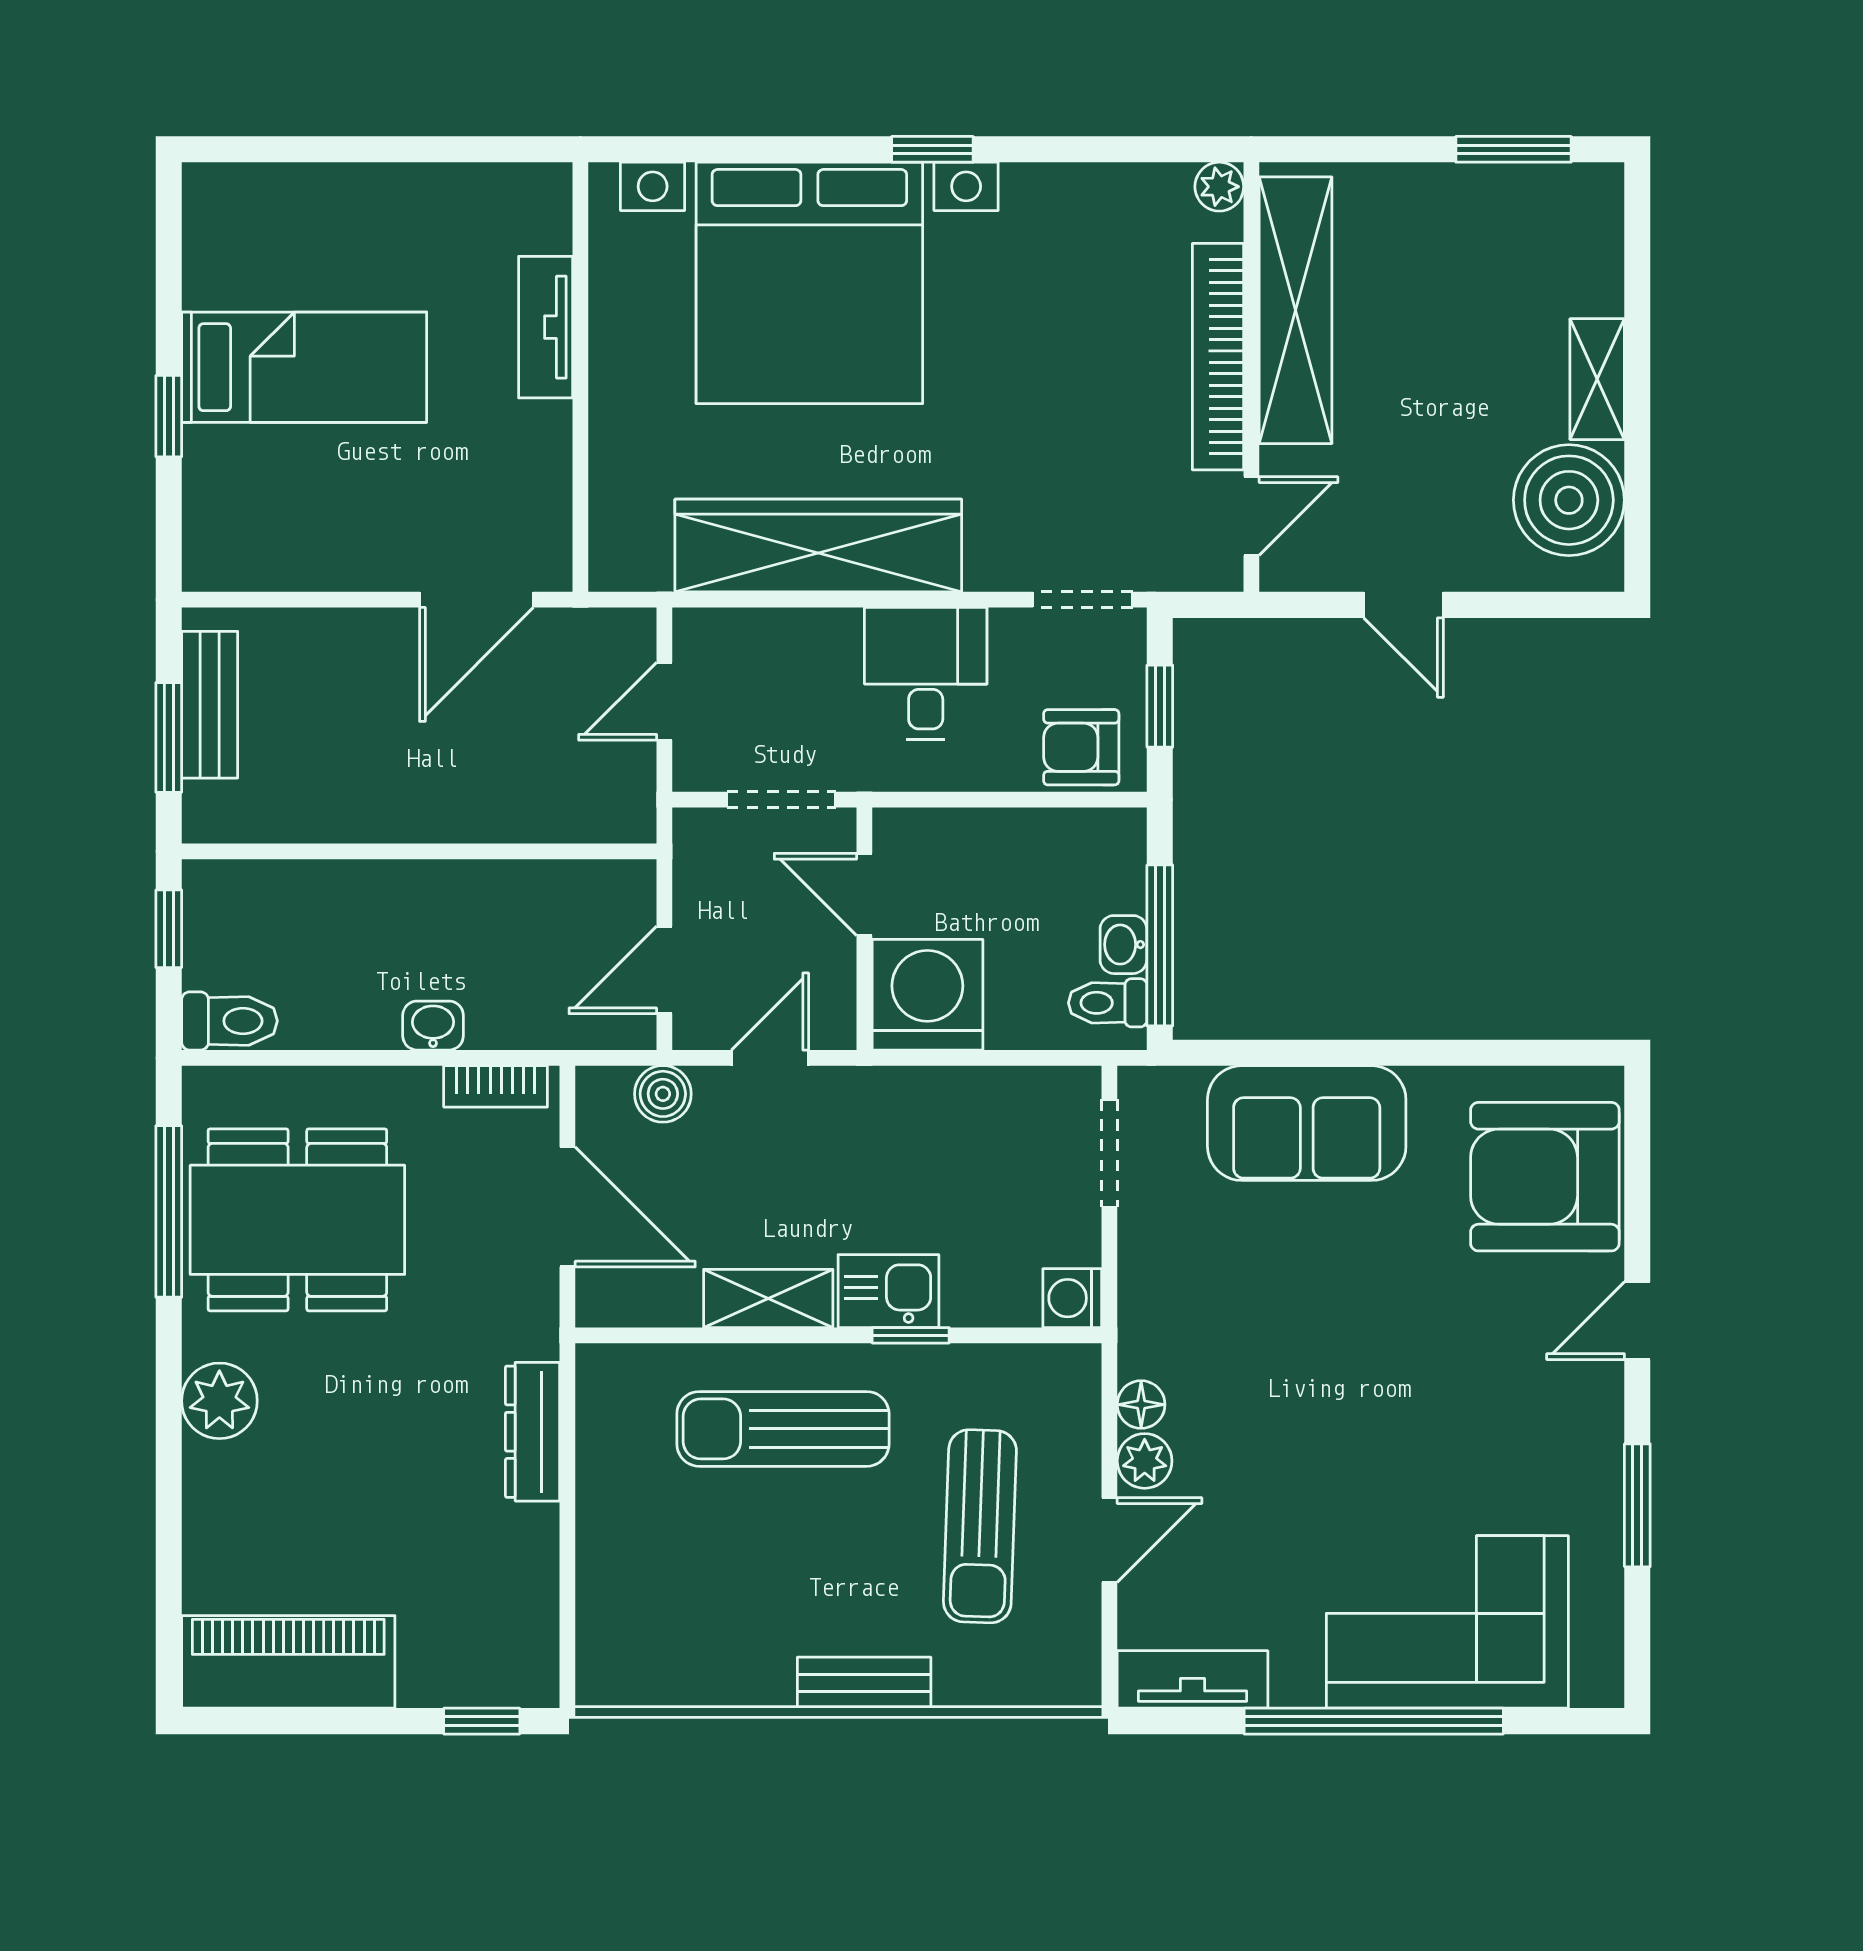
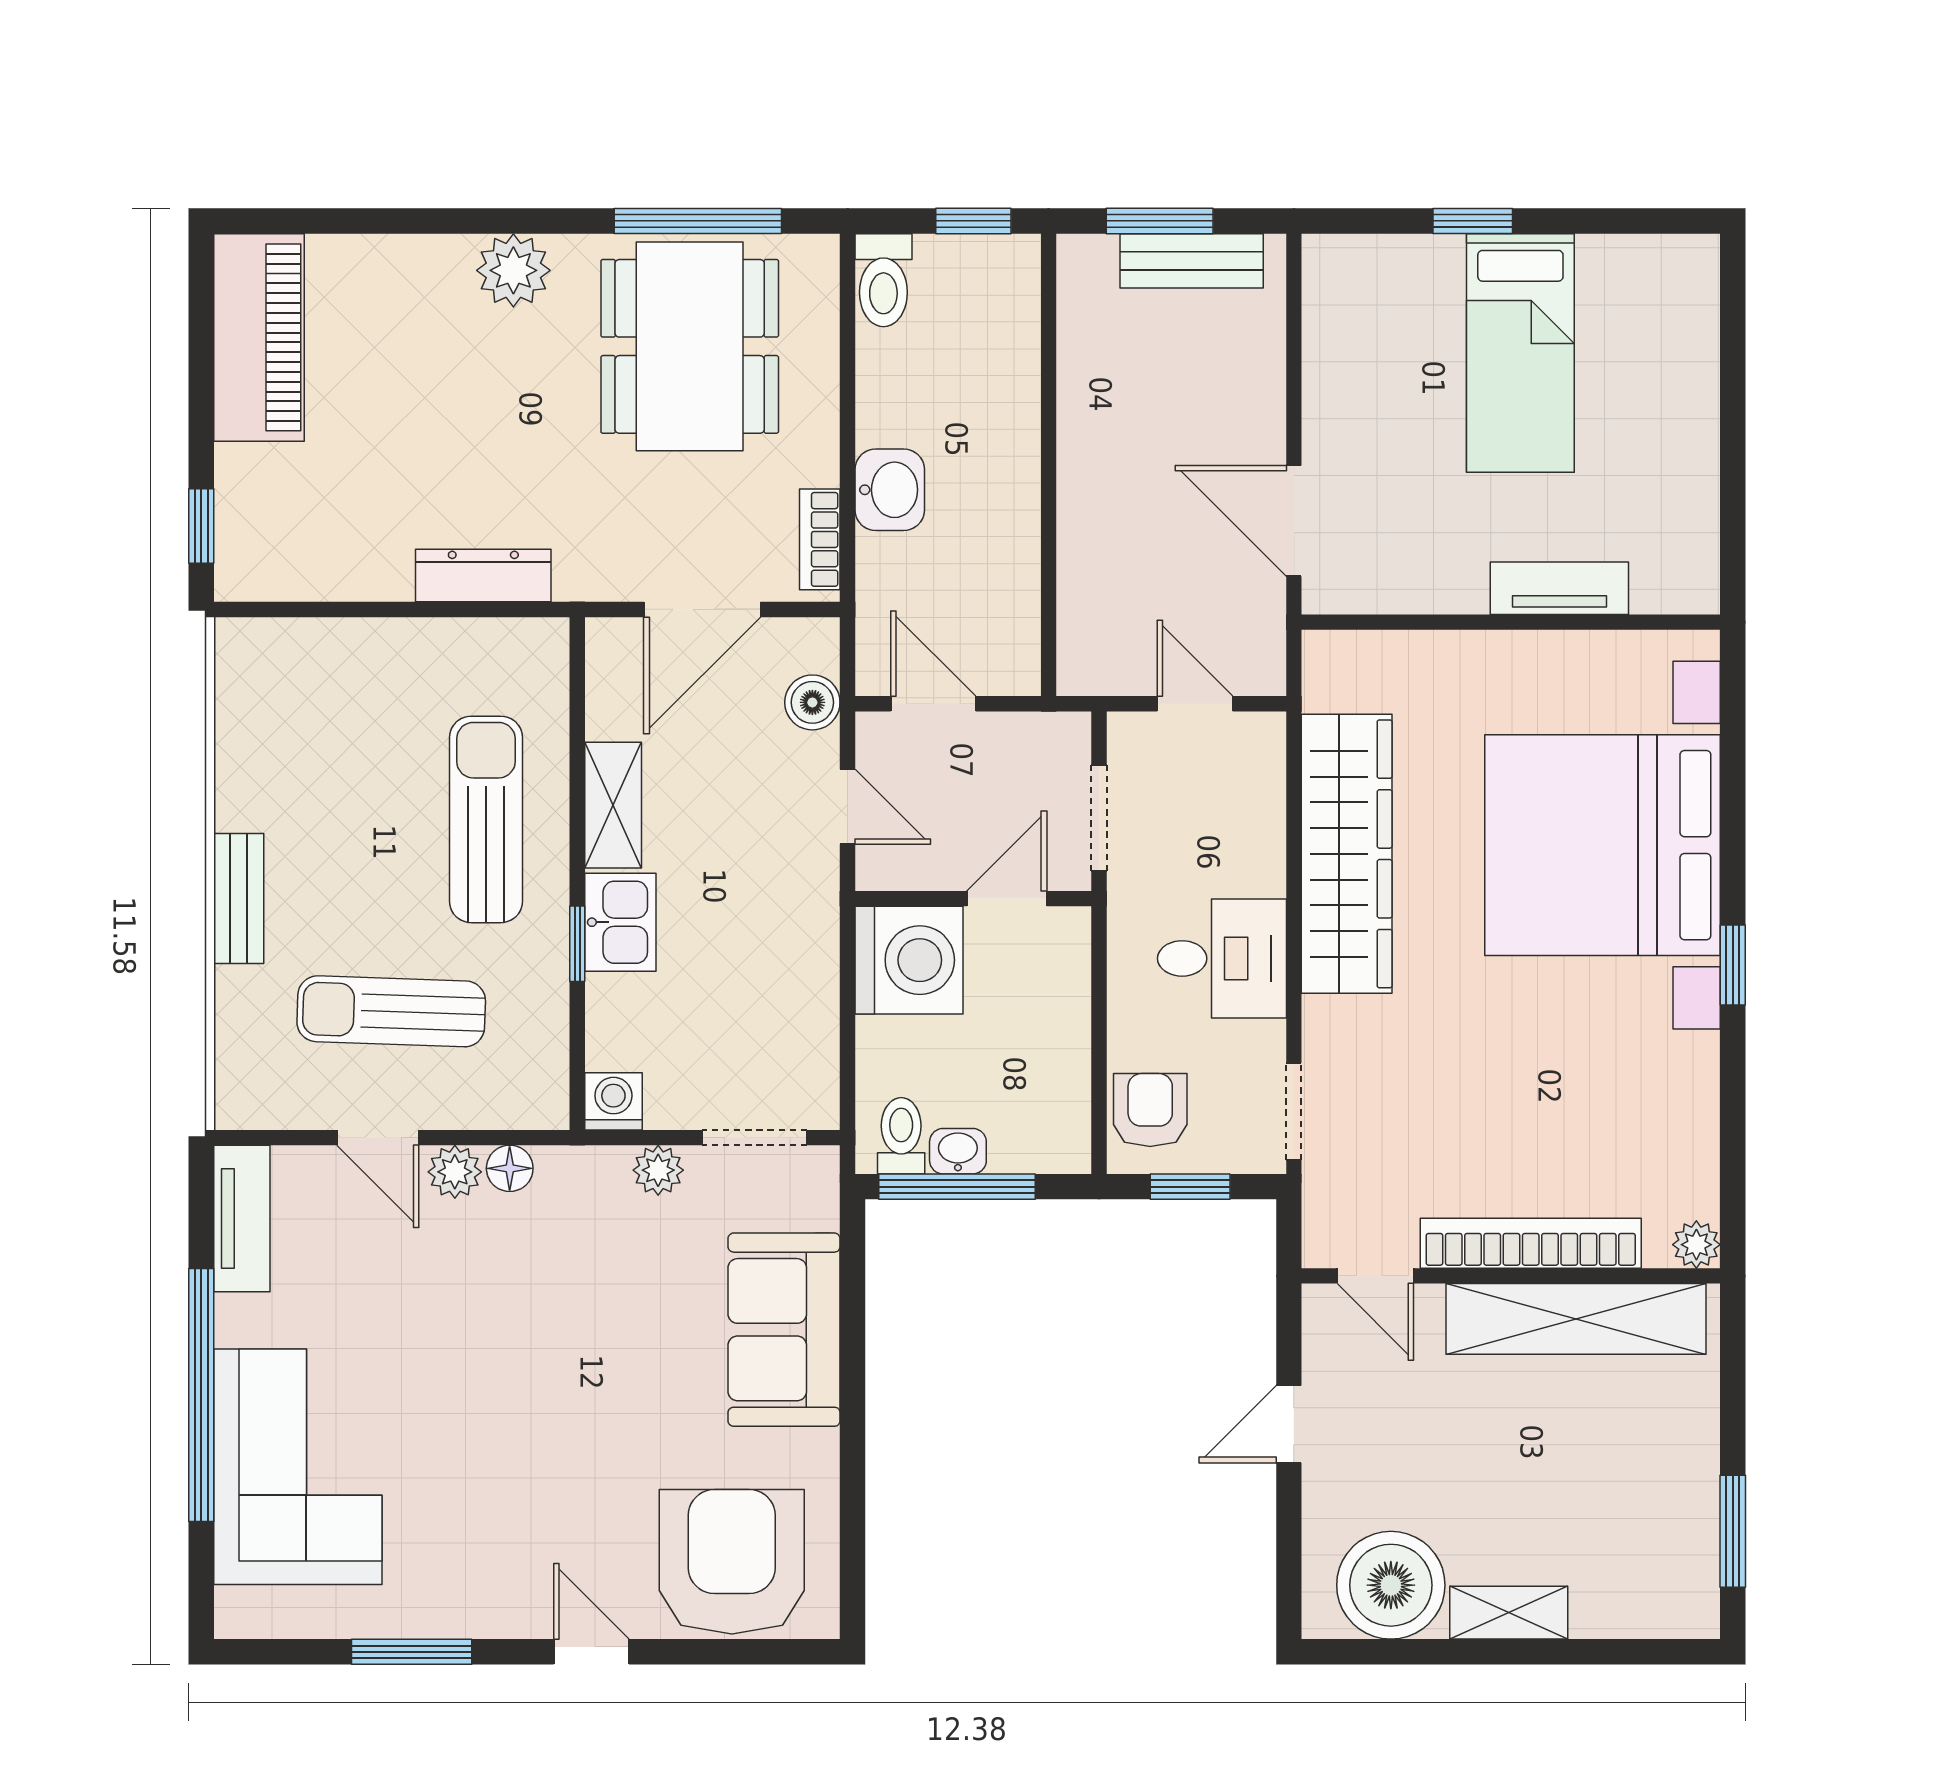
washbasin: (433, 1026) -> (890, 490), width x1.38, depth x1.45
plant: (1143, 1252) -> (658, 1170), added

